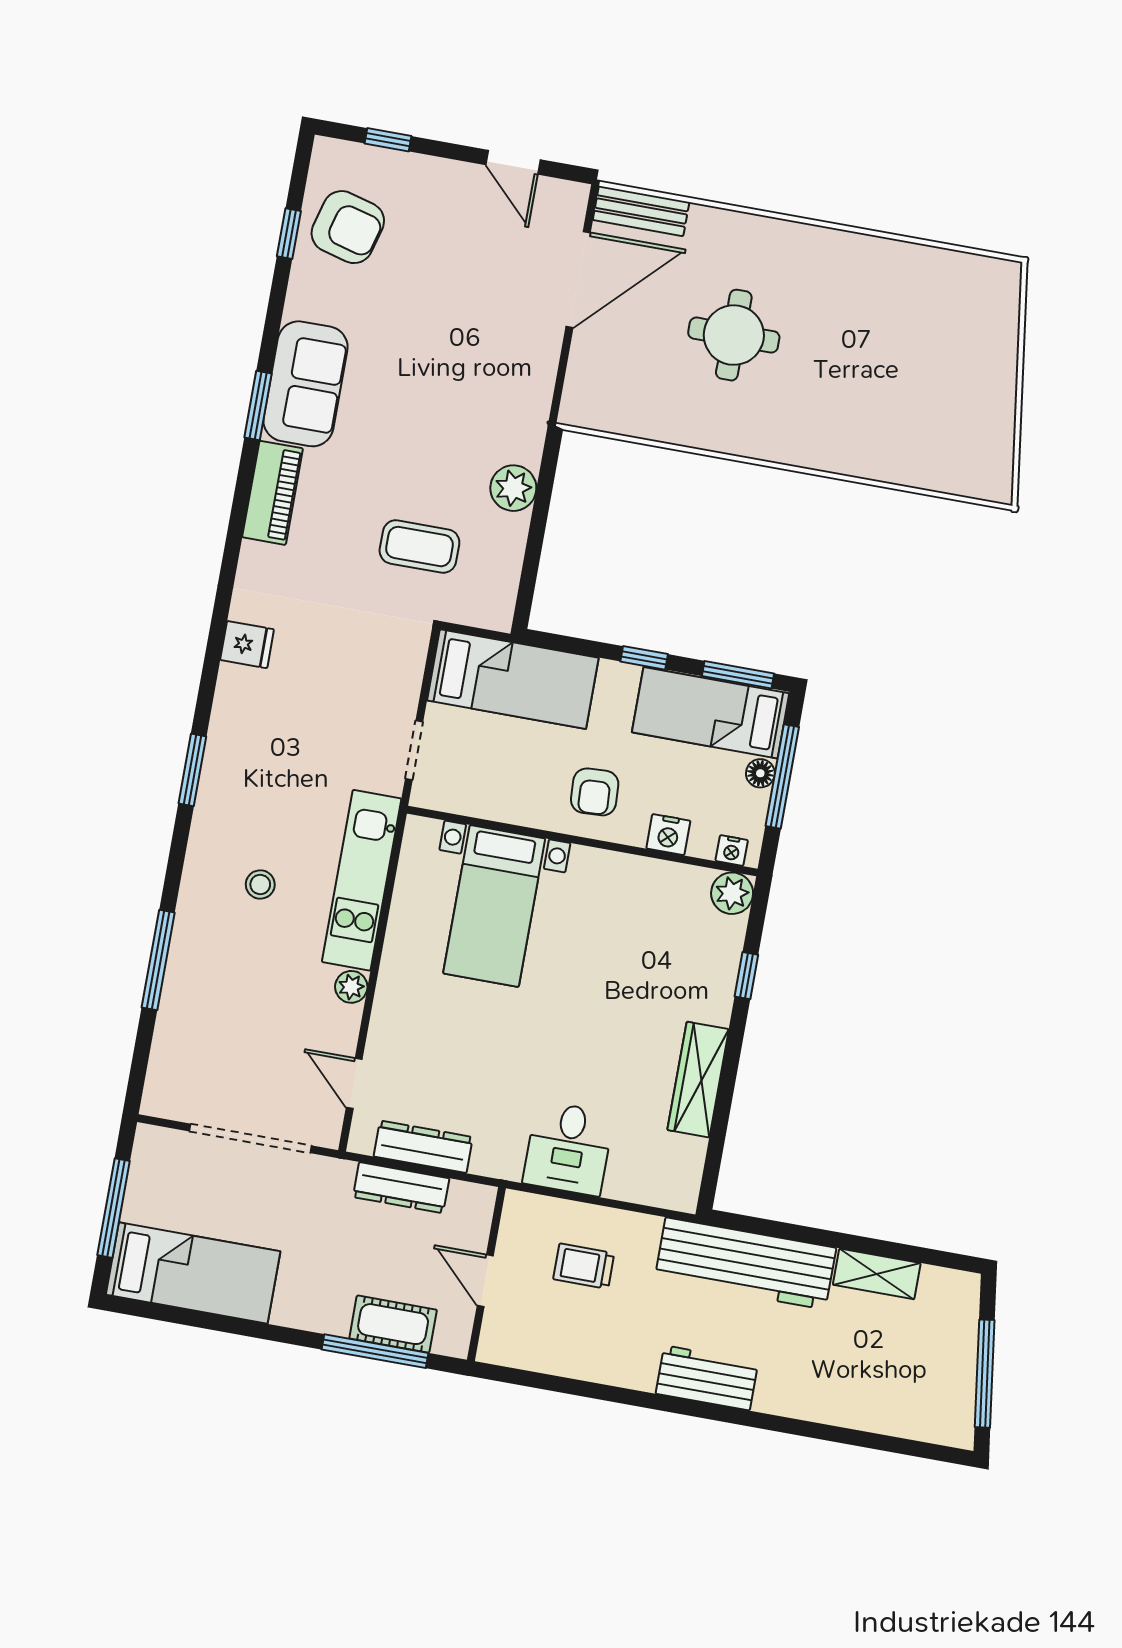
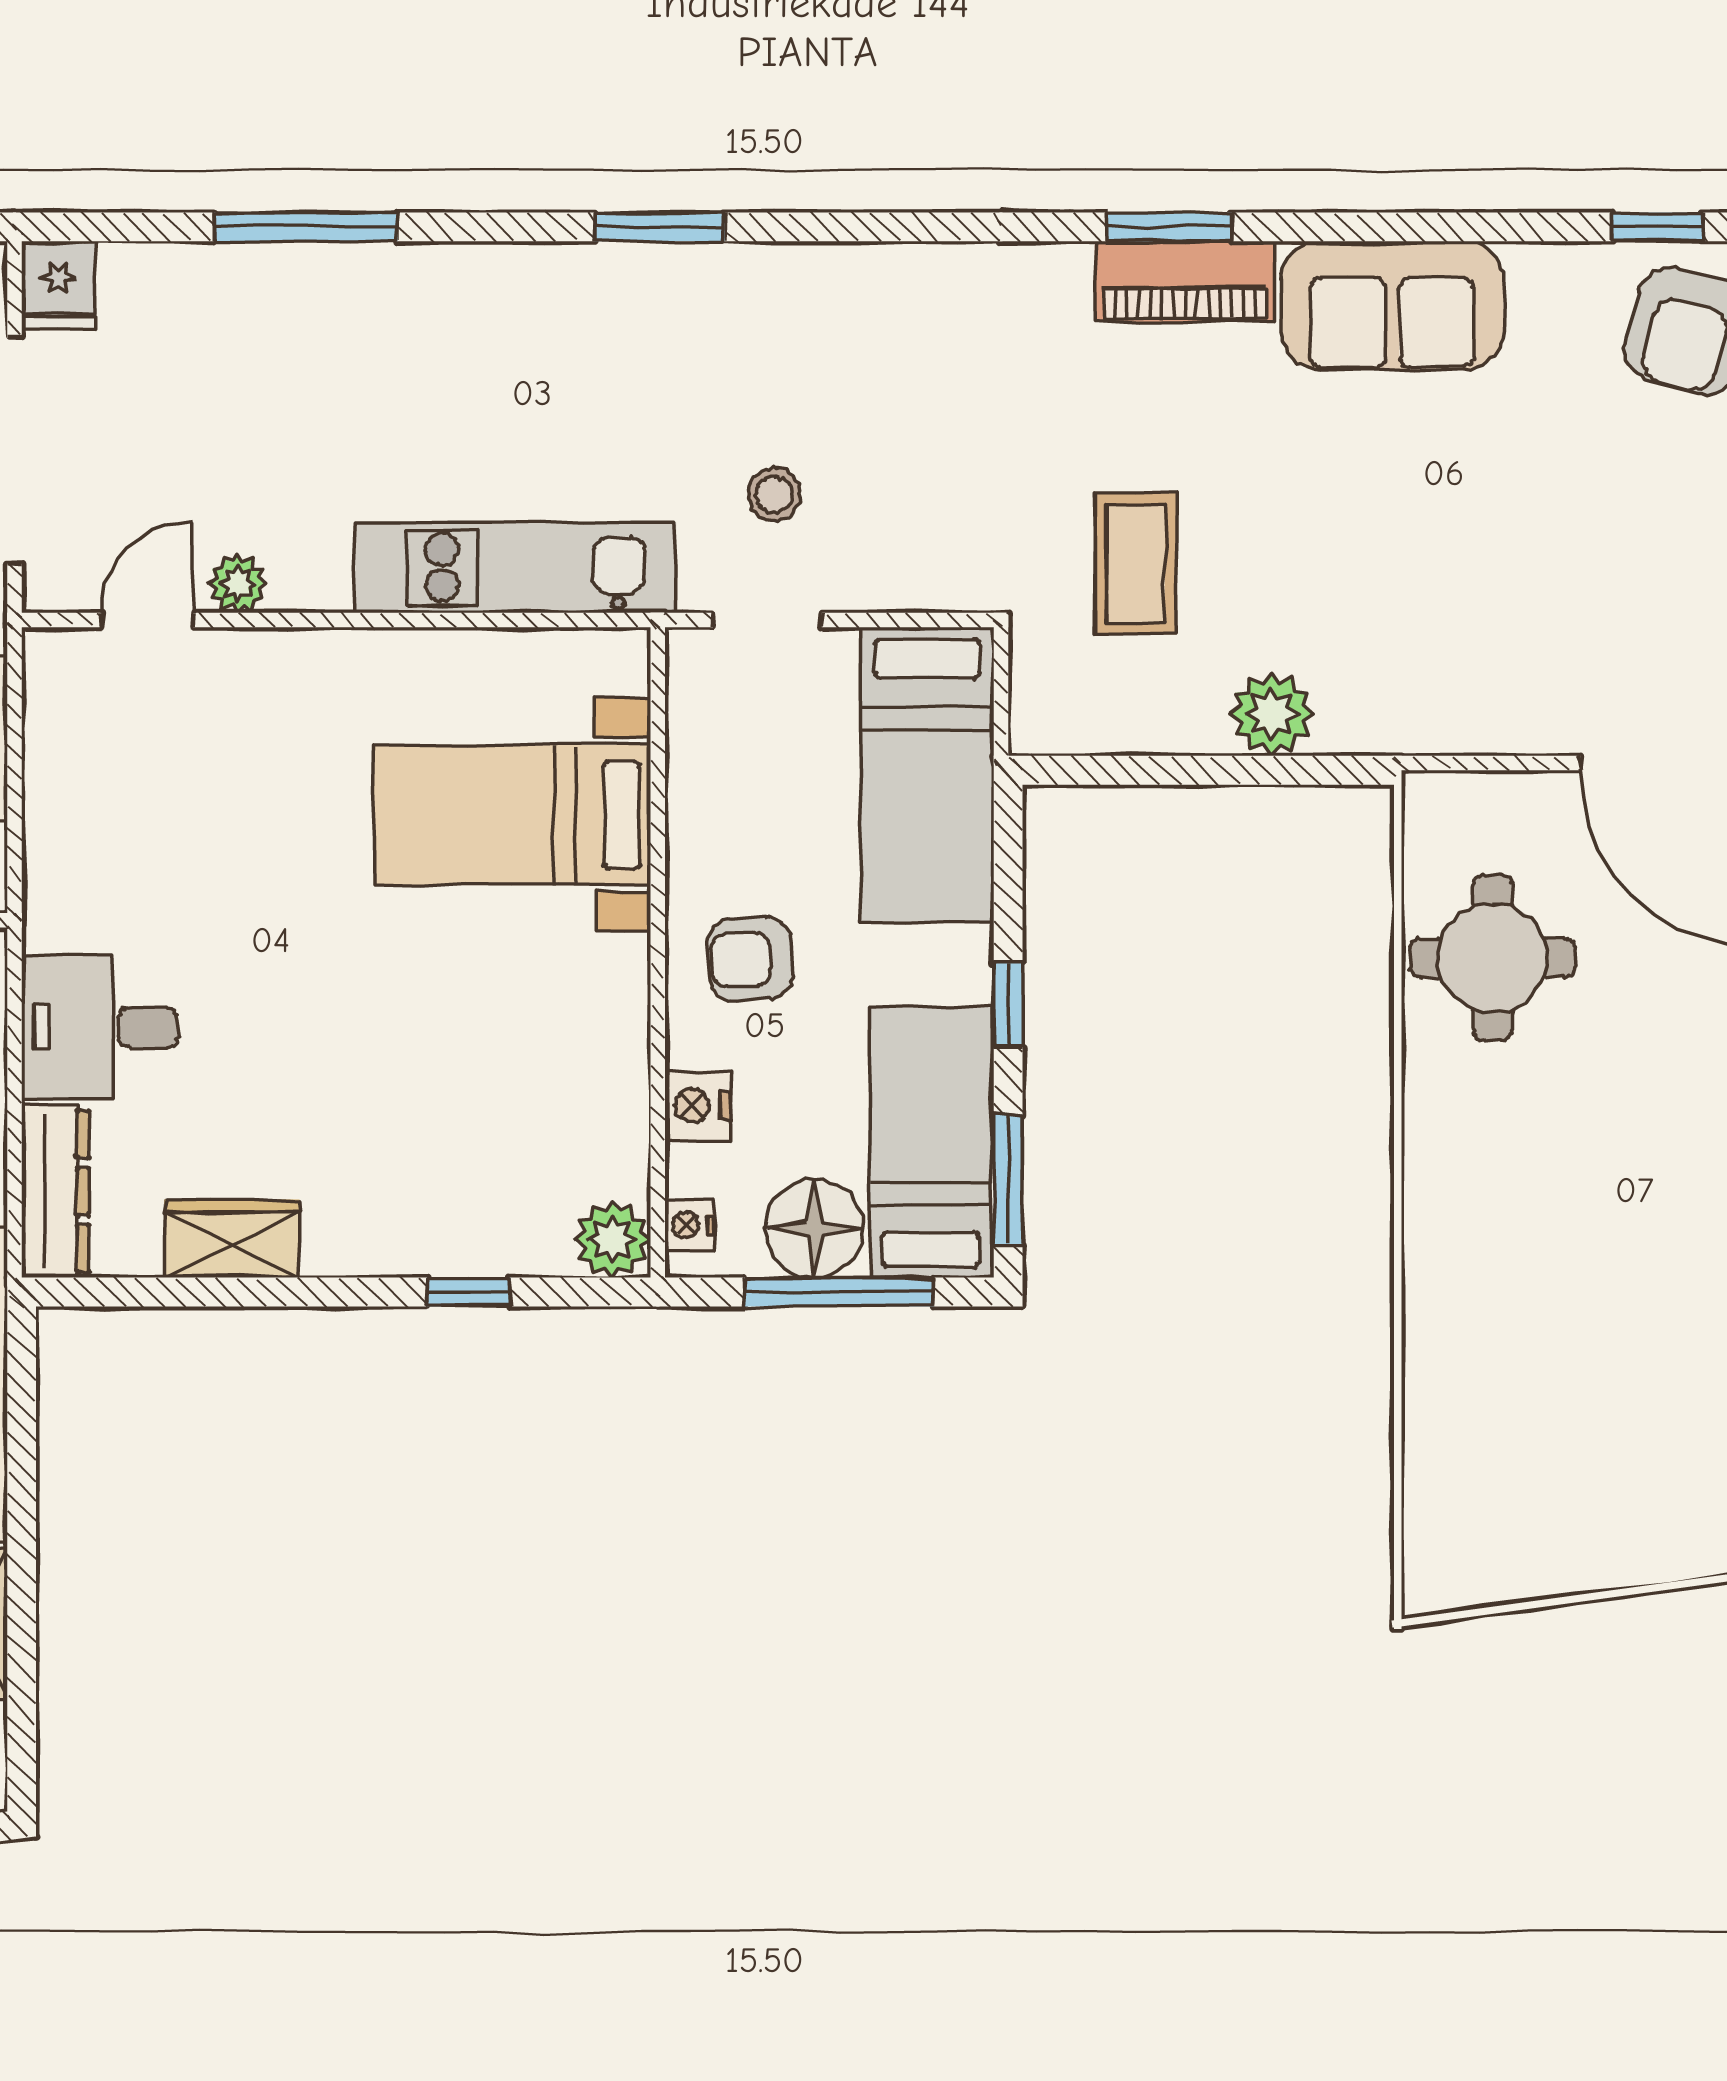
round table: (734, 335) -> (1493, 958), moved
window: (258, 405) -> (1169, 227), moved
fridge: (247, 645) -> (58, 285), moved
floor lamp: (760, 773) -> (815, 1228), width x1.89, depth x1.89
stool: (260, 884) -> (774, 494), moved
plant: (351, 987) -> (238, 584), moved
wardrobe: (698, 1080) -> (232, 1239), width x0.67
dresser: (423, 1147) -> (55, 1191), moved

